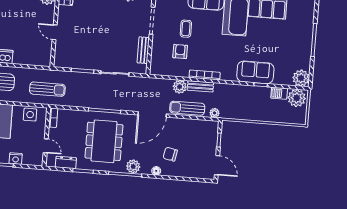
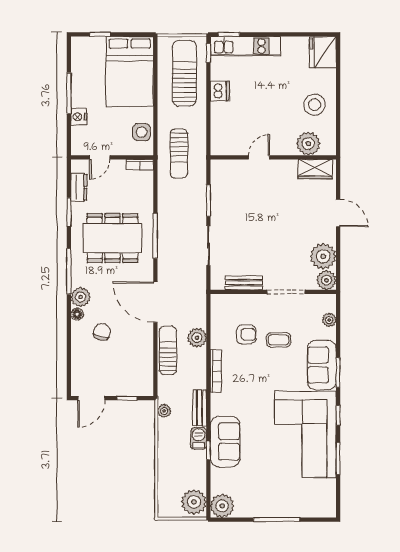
bench: (200, 86) -> (200, 408), moved
barbecue: (279, 93) -> (199, 438), moved
plant: (214, 113) -> (164, 411), moved
plant: (133, 166) -> (81, 297), moved

